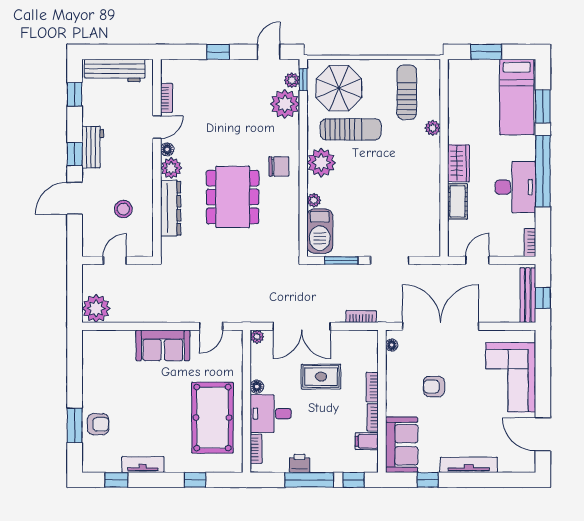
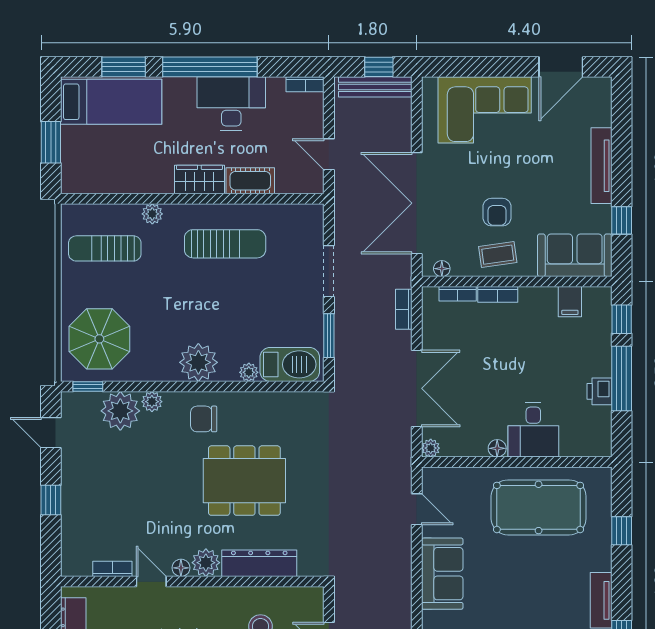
plant: (292, 80) -> (152, 402), moved
sun lounger: (351, 129) -> (225, 244), moved, turned 90
chair: (279, 167) -> (204, 419), turned -90
rug: (321, 377) -> (484, 363), removed
coffee table: (402, 387) -> (498, 255), added
bookcase: (373, 417) -> (458, 294), moved
bookcase: (256, 449) -> (580, 449), removed

